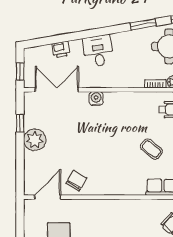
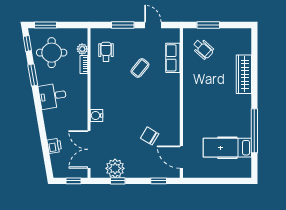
desk: (98, 51) -> (53, 96), moved
plant: (35, 140) -> (115, 168), moved
window: (20, 171) -> (159, 181), added
chair: (76, 181) -> (150, 136), moved

